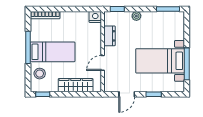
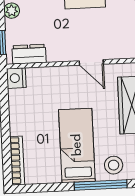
dresser: (109, 36) -> (29, 54), moved
window: (28, 47) -> (101, 185), moved

